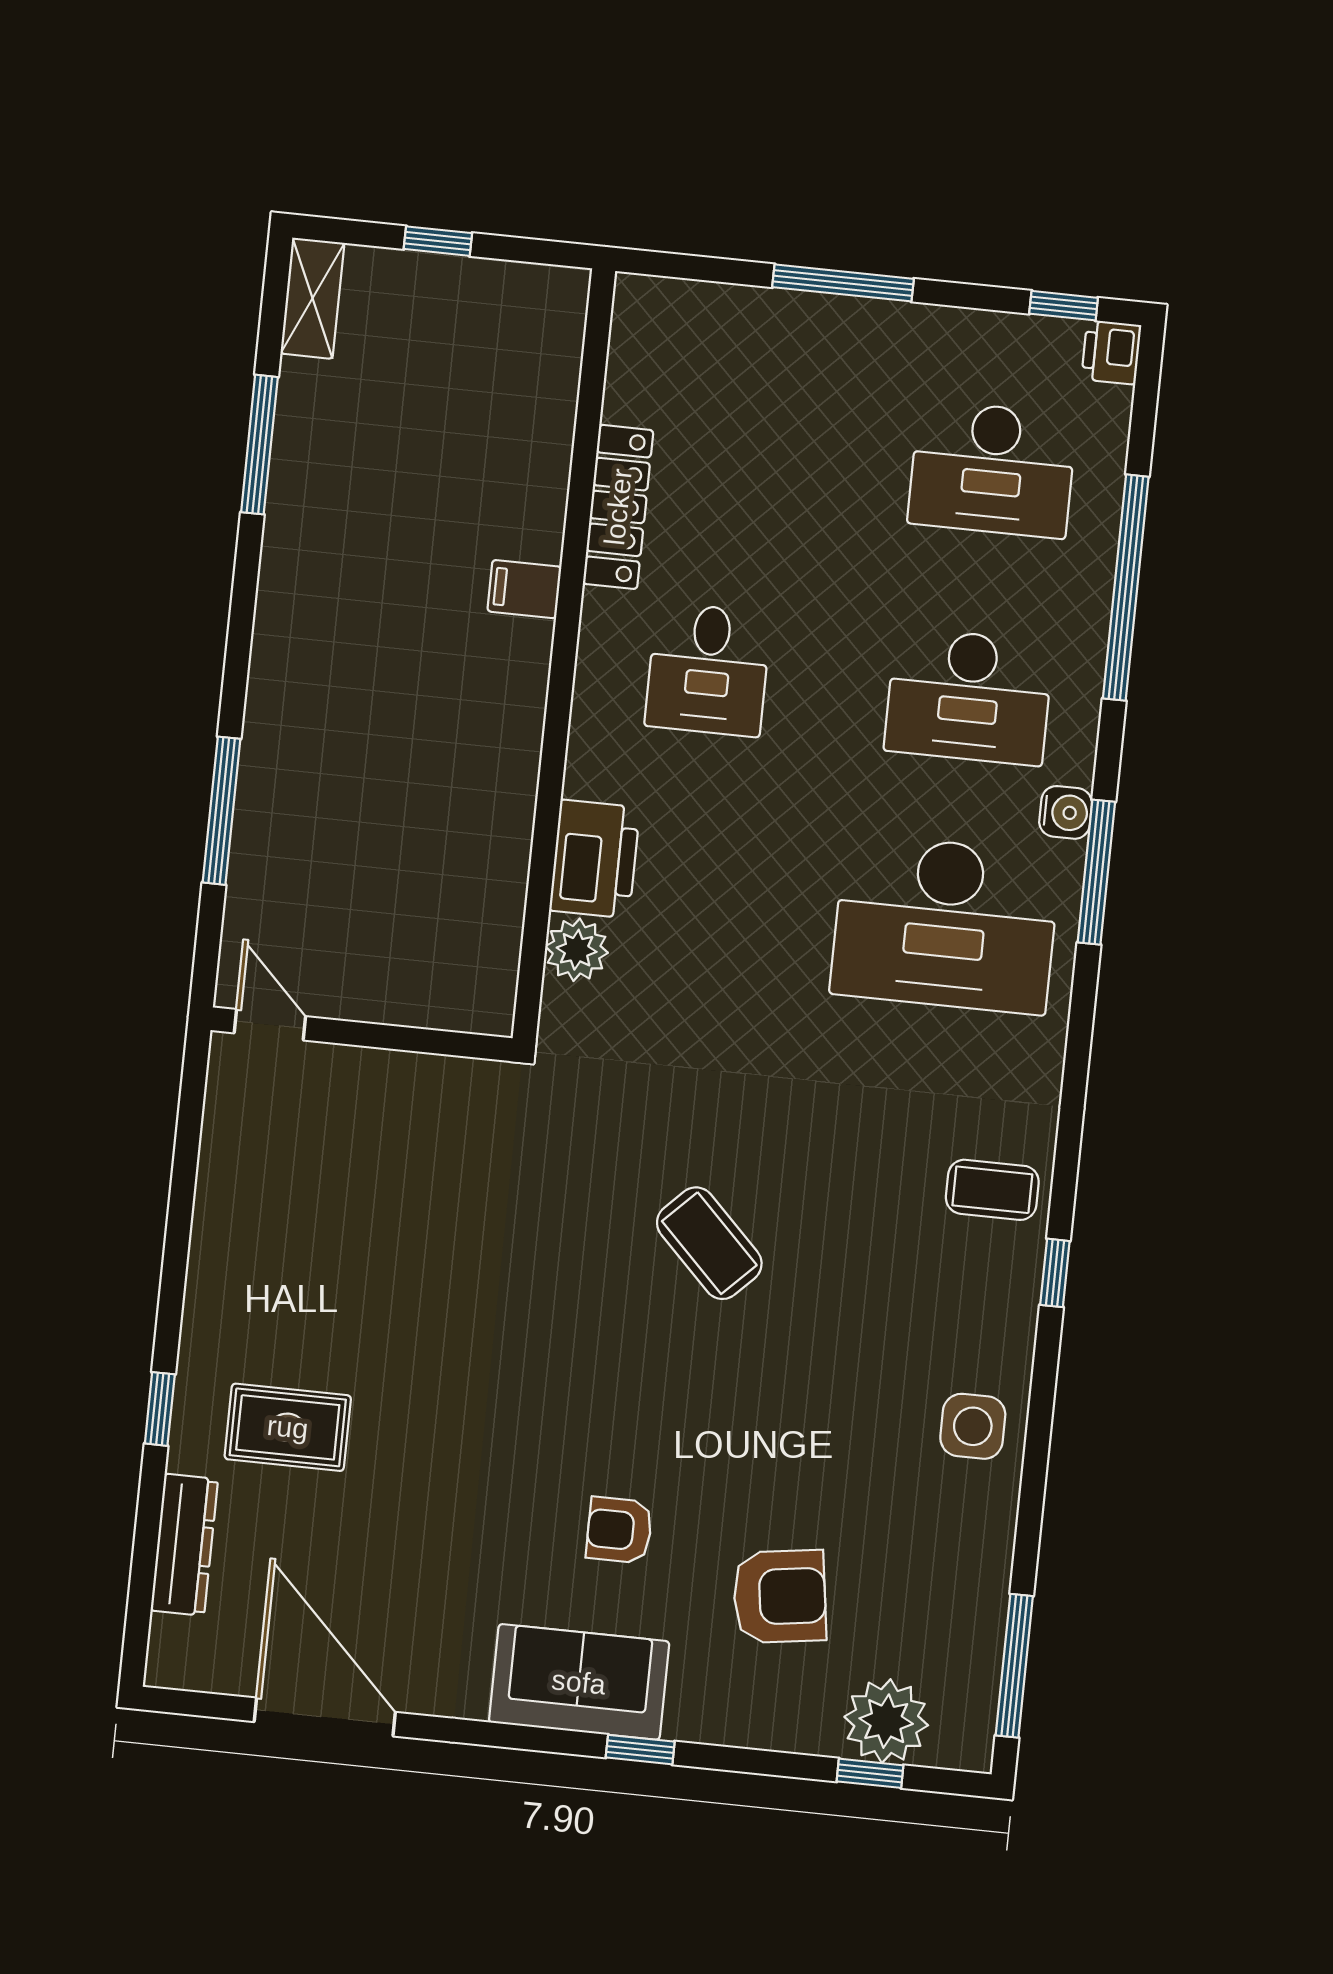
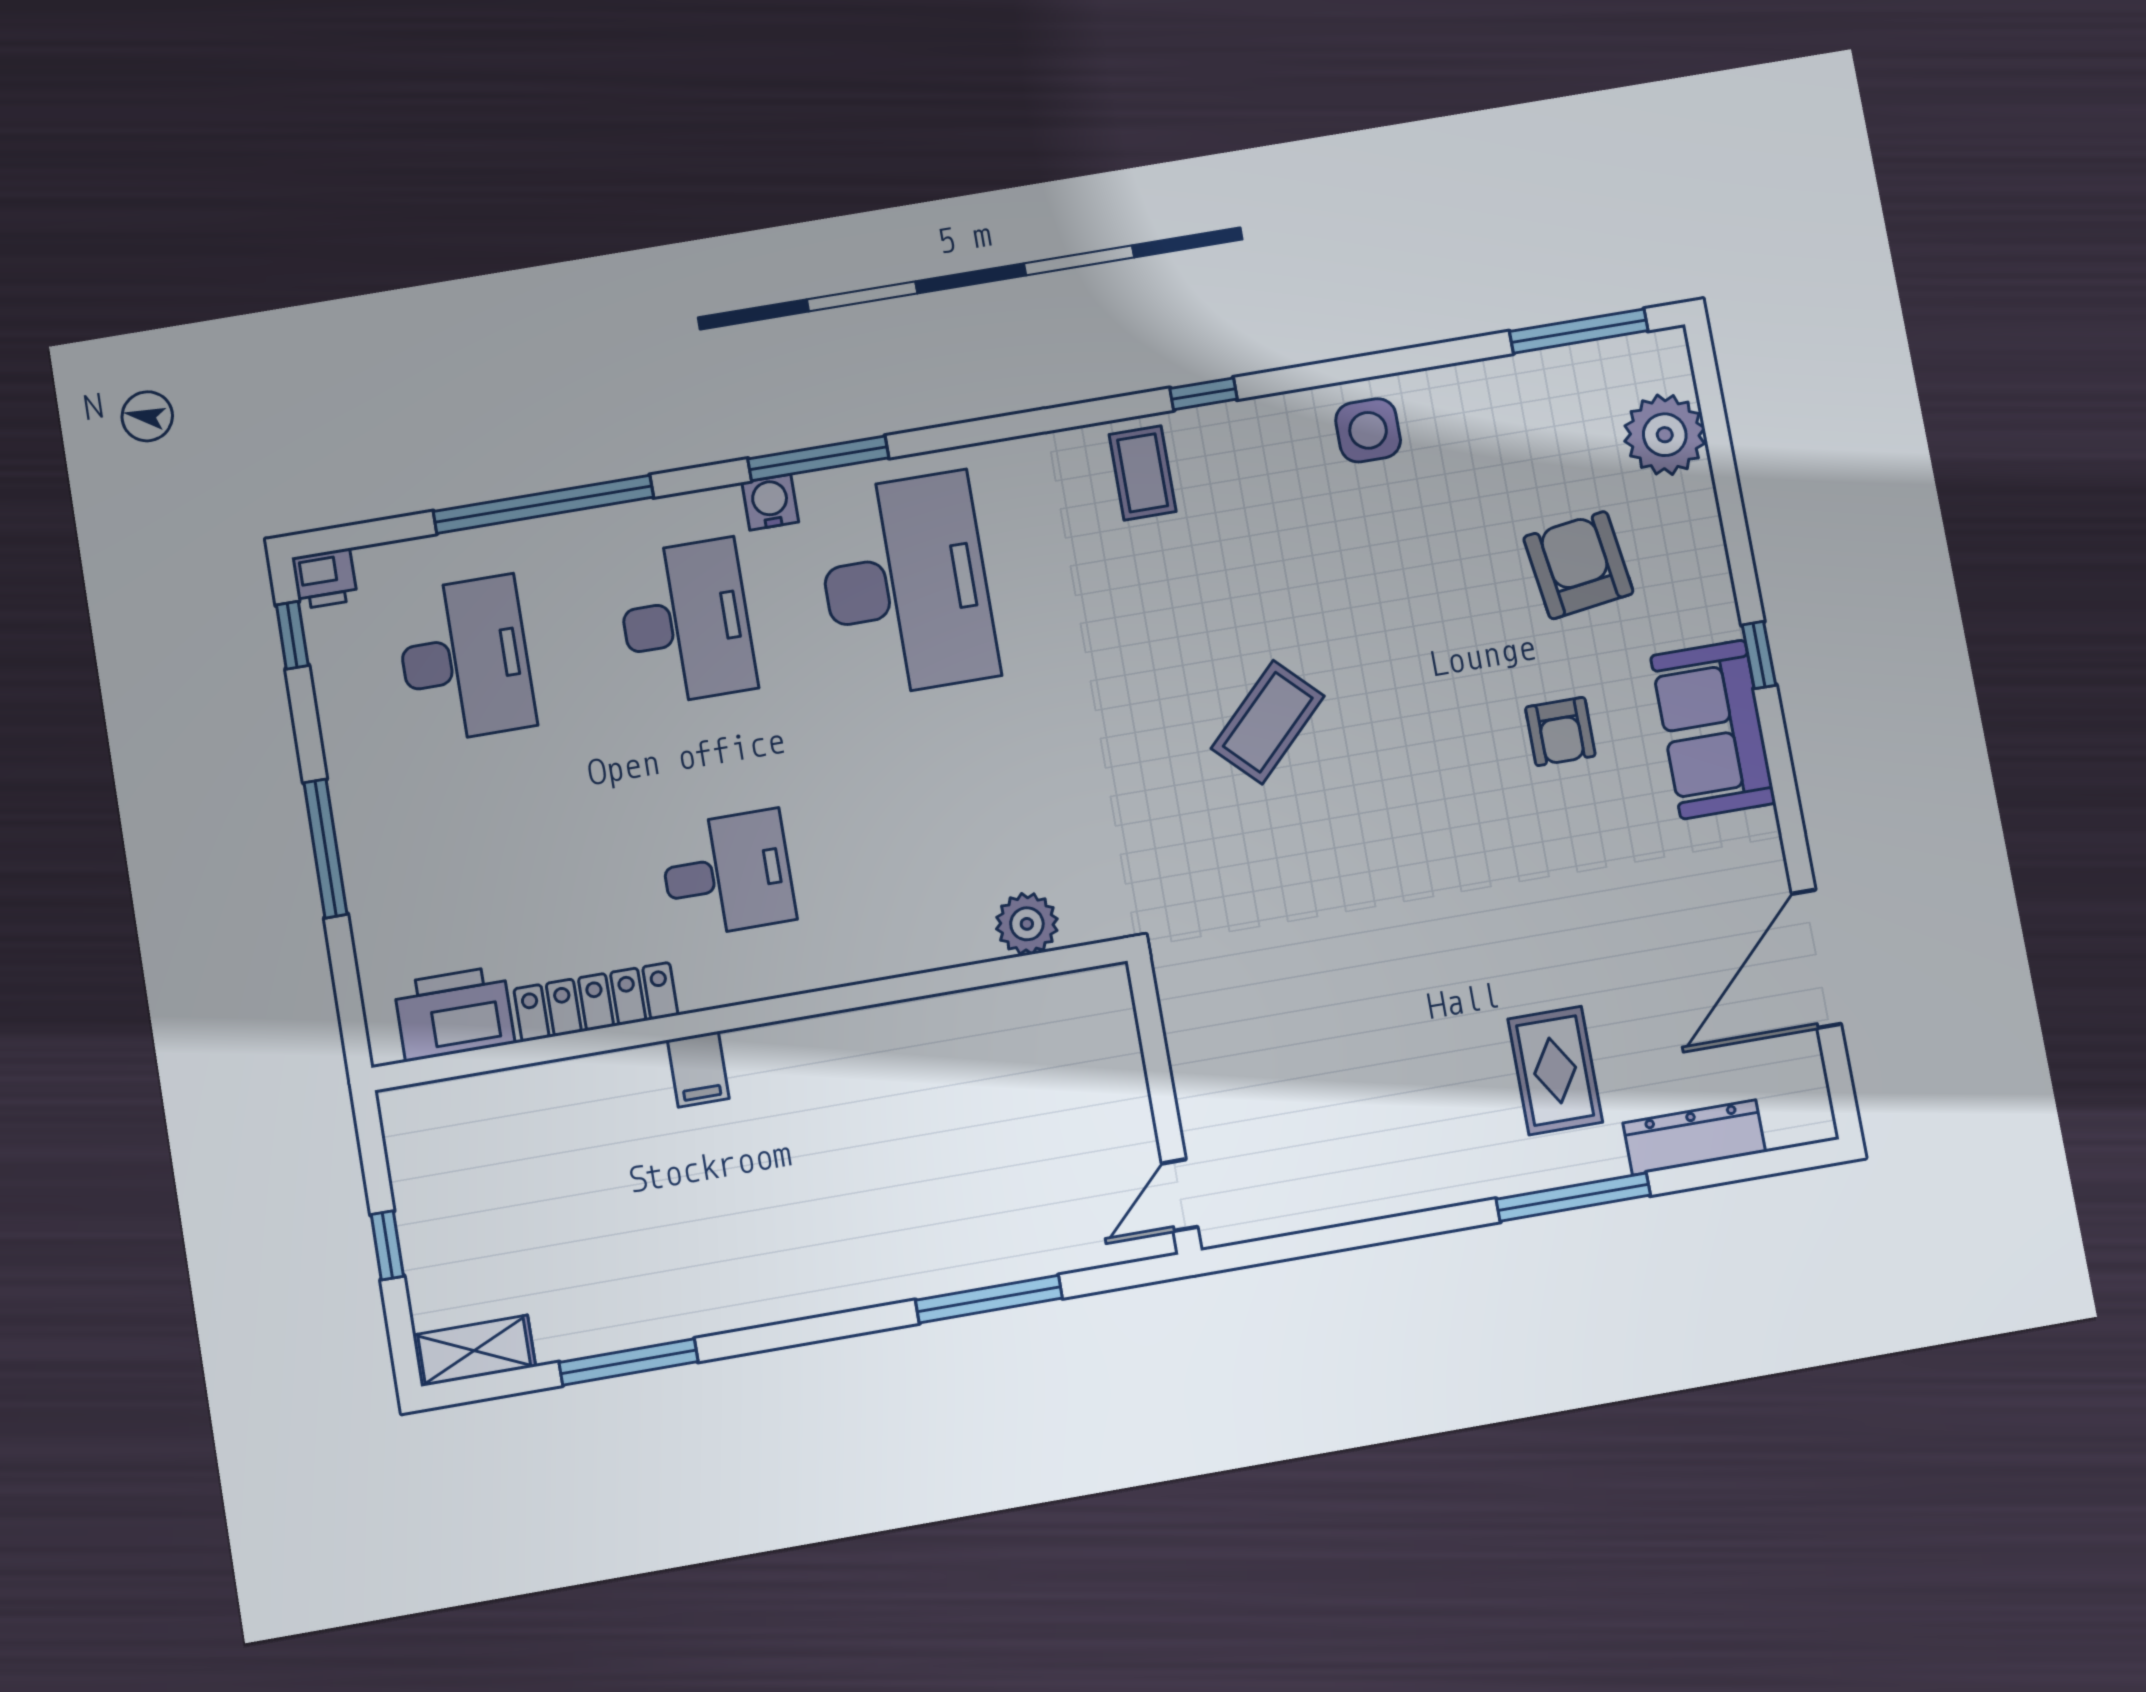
printer: (595, 859) -> (454, 1013), moved
window: (160, 1409) -> (1573, 1197), width x2.17
window: (870, 1773) -> (1718, 436), removed

